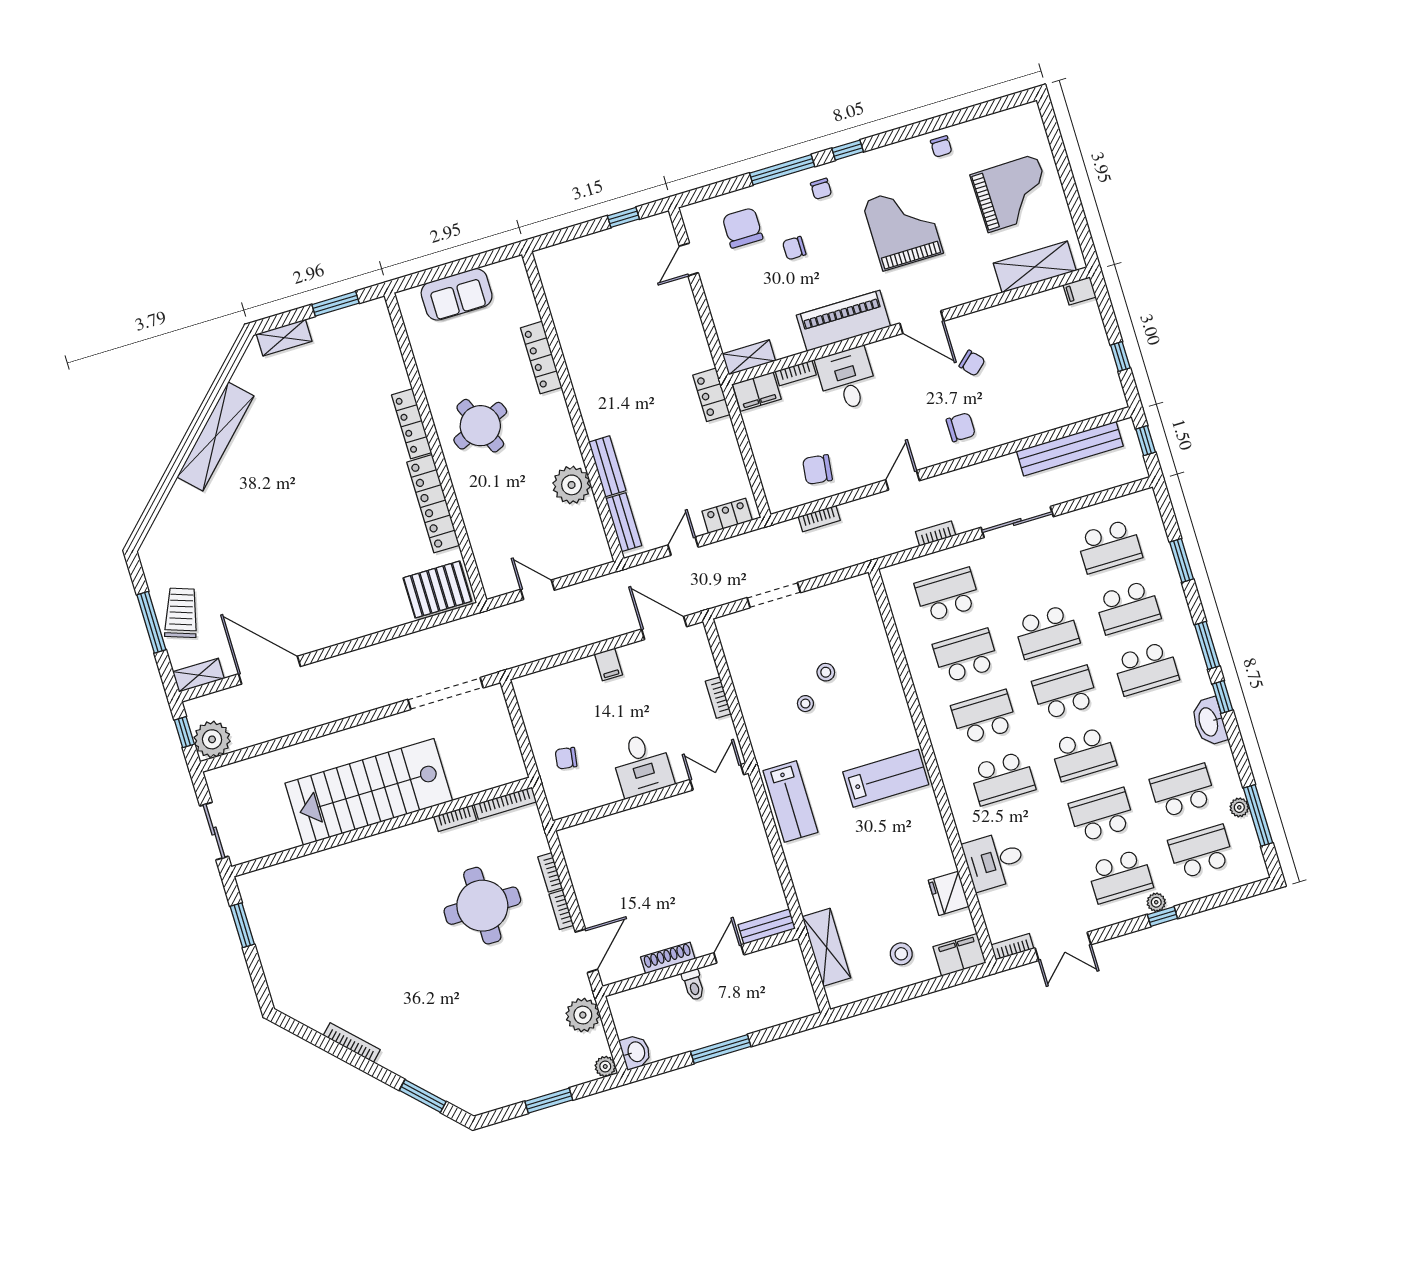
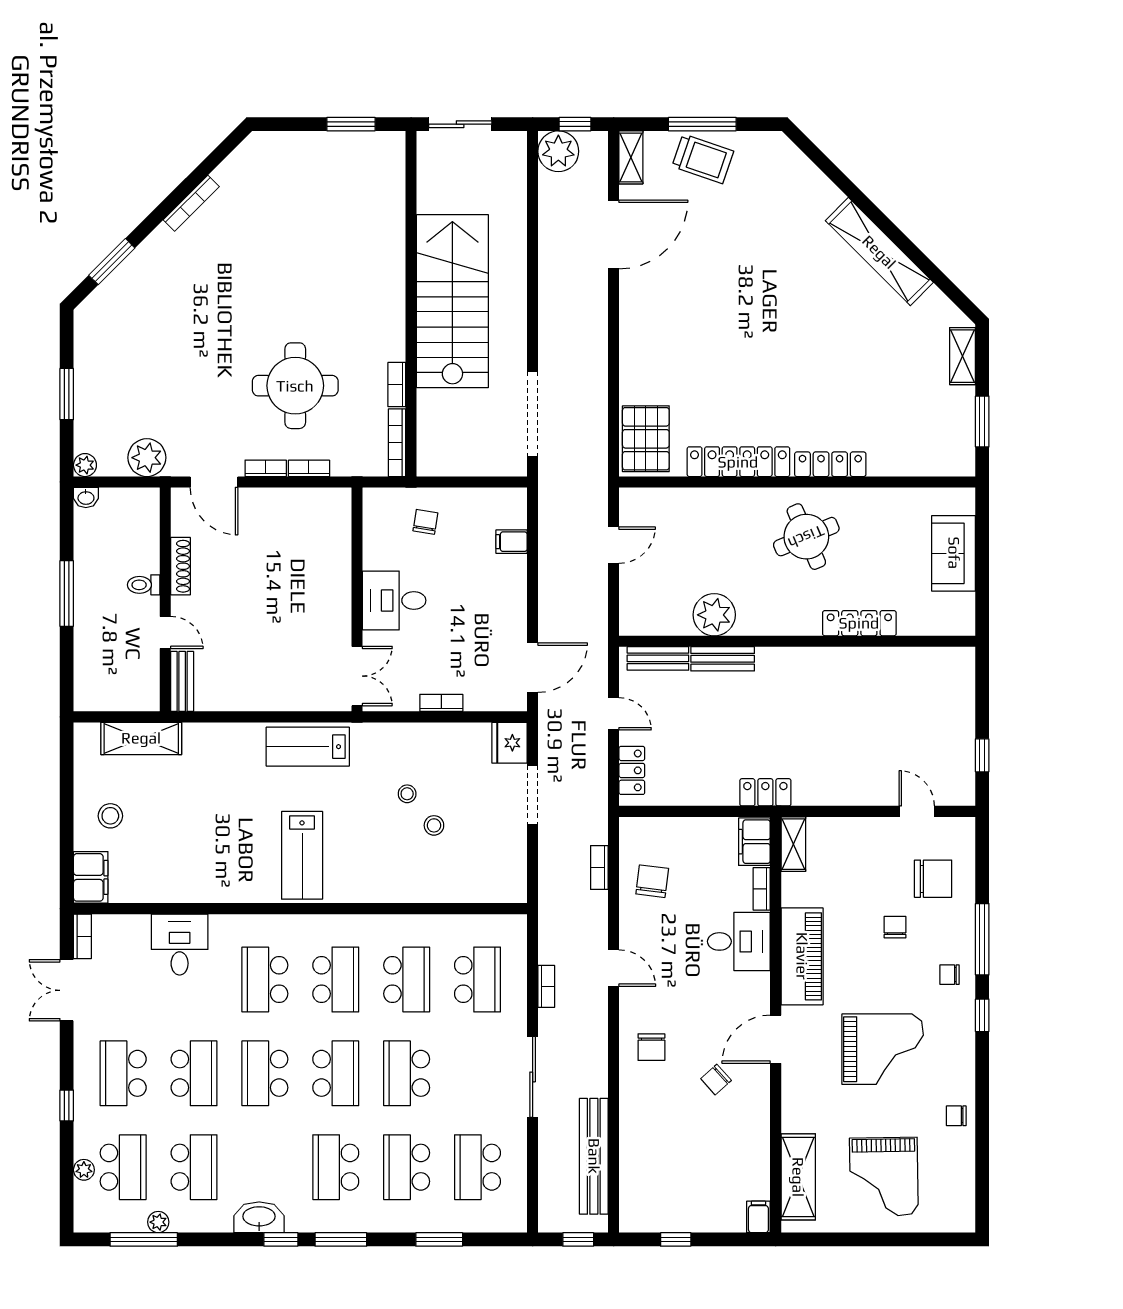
filing cabinet: (609, 664) -> (512, 542), moved
fridge: (949, 893) -> (510, 743), moved, turned -90
plant: (1156, 902) -> (84, 1170), moved
washbasin: (636, 1052) -> (86, 497), width x0.72, depth x0.69

